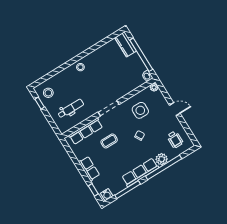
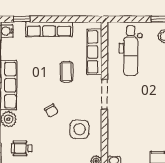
dental chair: (71, 109) -> (131, 51), width x1.36, depth x1.38
row of seats: (89, 169) -> (49, 29), width x1.48

